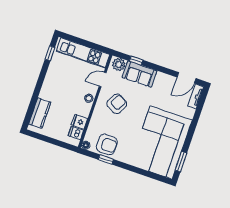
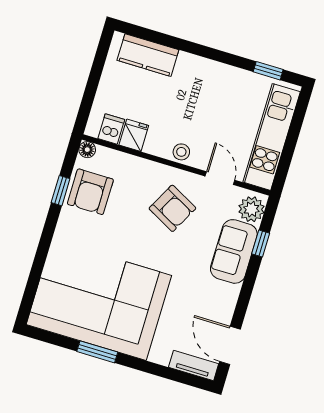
window: (181, 162) -> (97, 352), moved

